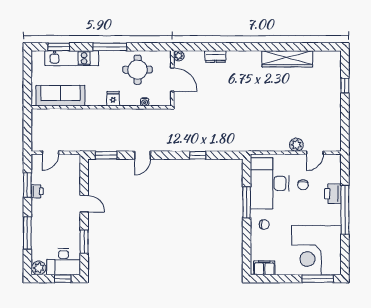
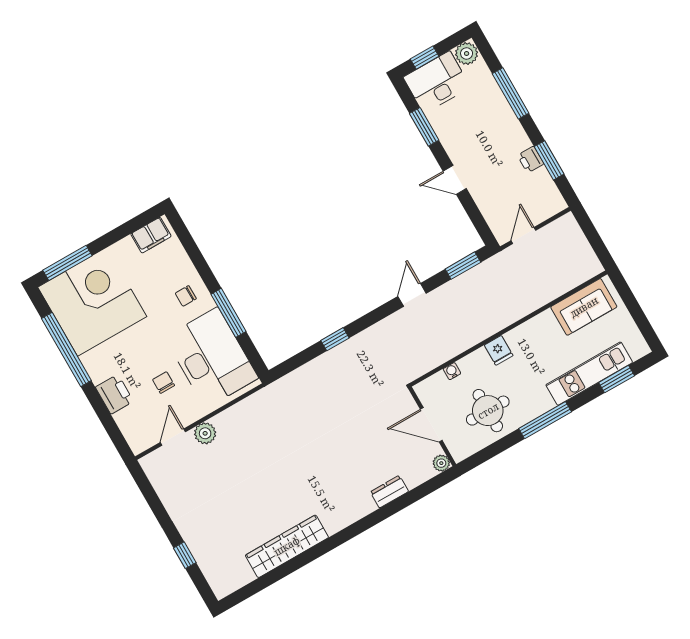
sofa: (60, 96) -> (584, 307), width x0.73
door: (50, 153) -> (523, 235), moved
window: (345, 210) -> (66, 349), moved

